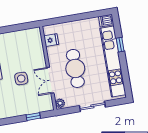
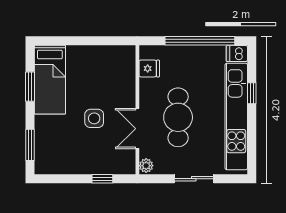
window: (81, 17) -> (200, 41), added

